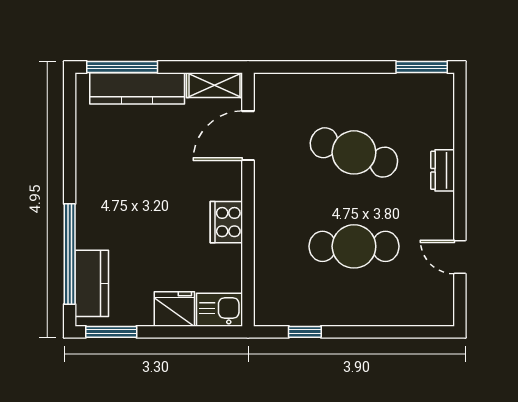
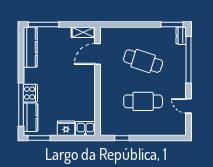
kitchen counter: (137, 88) -> (30, 47), moved, turned -90
window: (460, 149) -> (188, 60), added
dresser: (443, 170) -> (181, 36), moved
cooker: (226, 222) -> (30, 93), moved, turned 180

